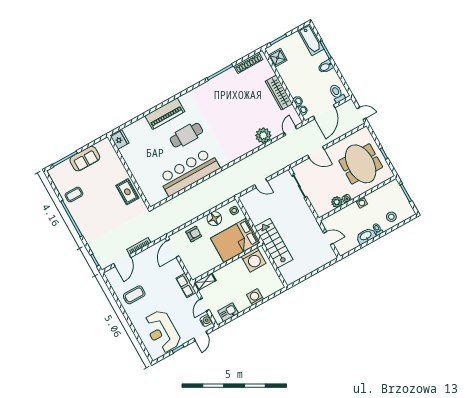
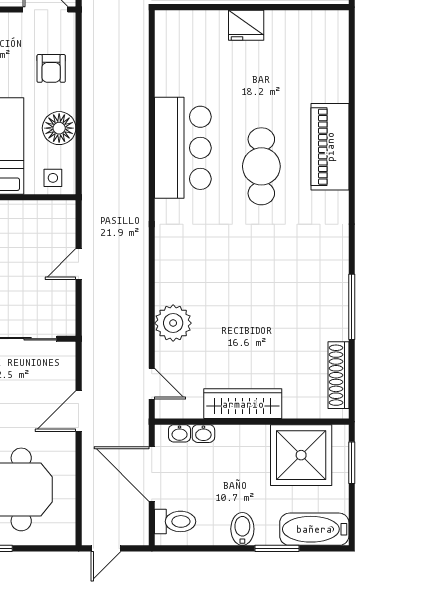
shower: (278, 58) -> (301, 455), width x1.86, depth x1.86
fridge: (120, 140) -> (246, 25), moved
bar counter: (189, 172) -> (183, 148), width x0.73

